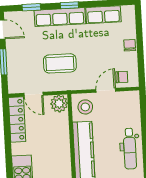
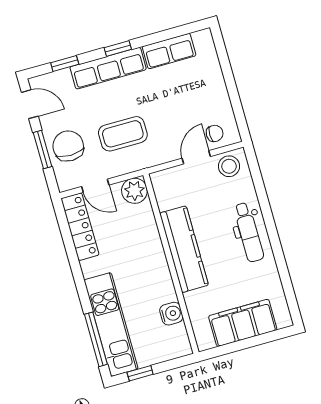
chair: (130, 45) -> (68, 146), moved, width x1.87, depth x1.87
stool: (85, 107) -> (229, 166), moved

